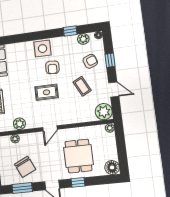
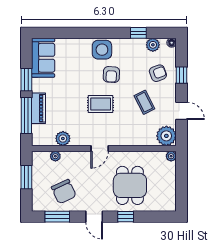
floor lamp: (112, 167) -> (168, 203), removed

